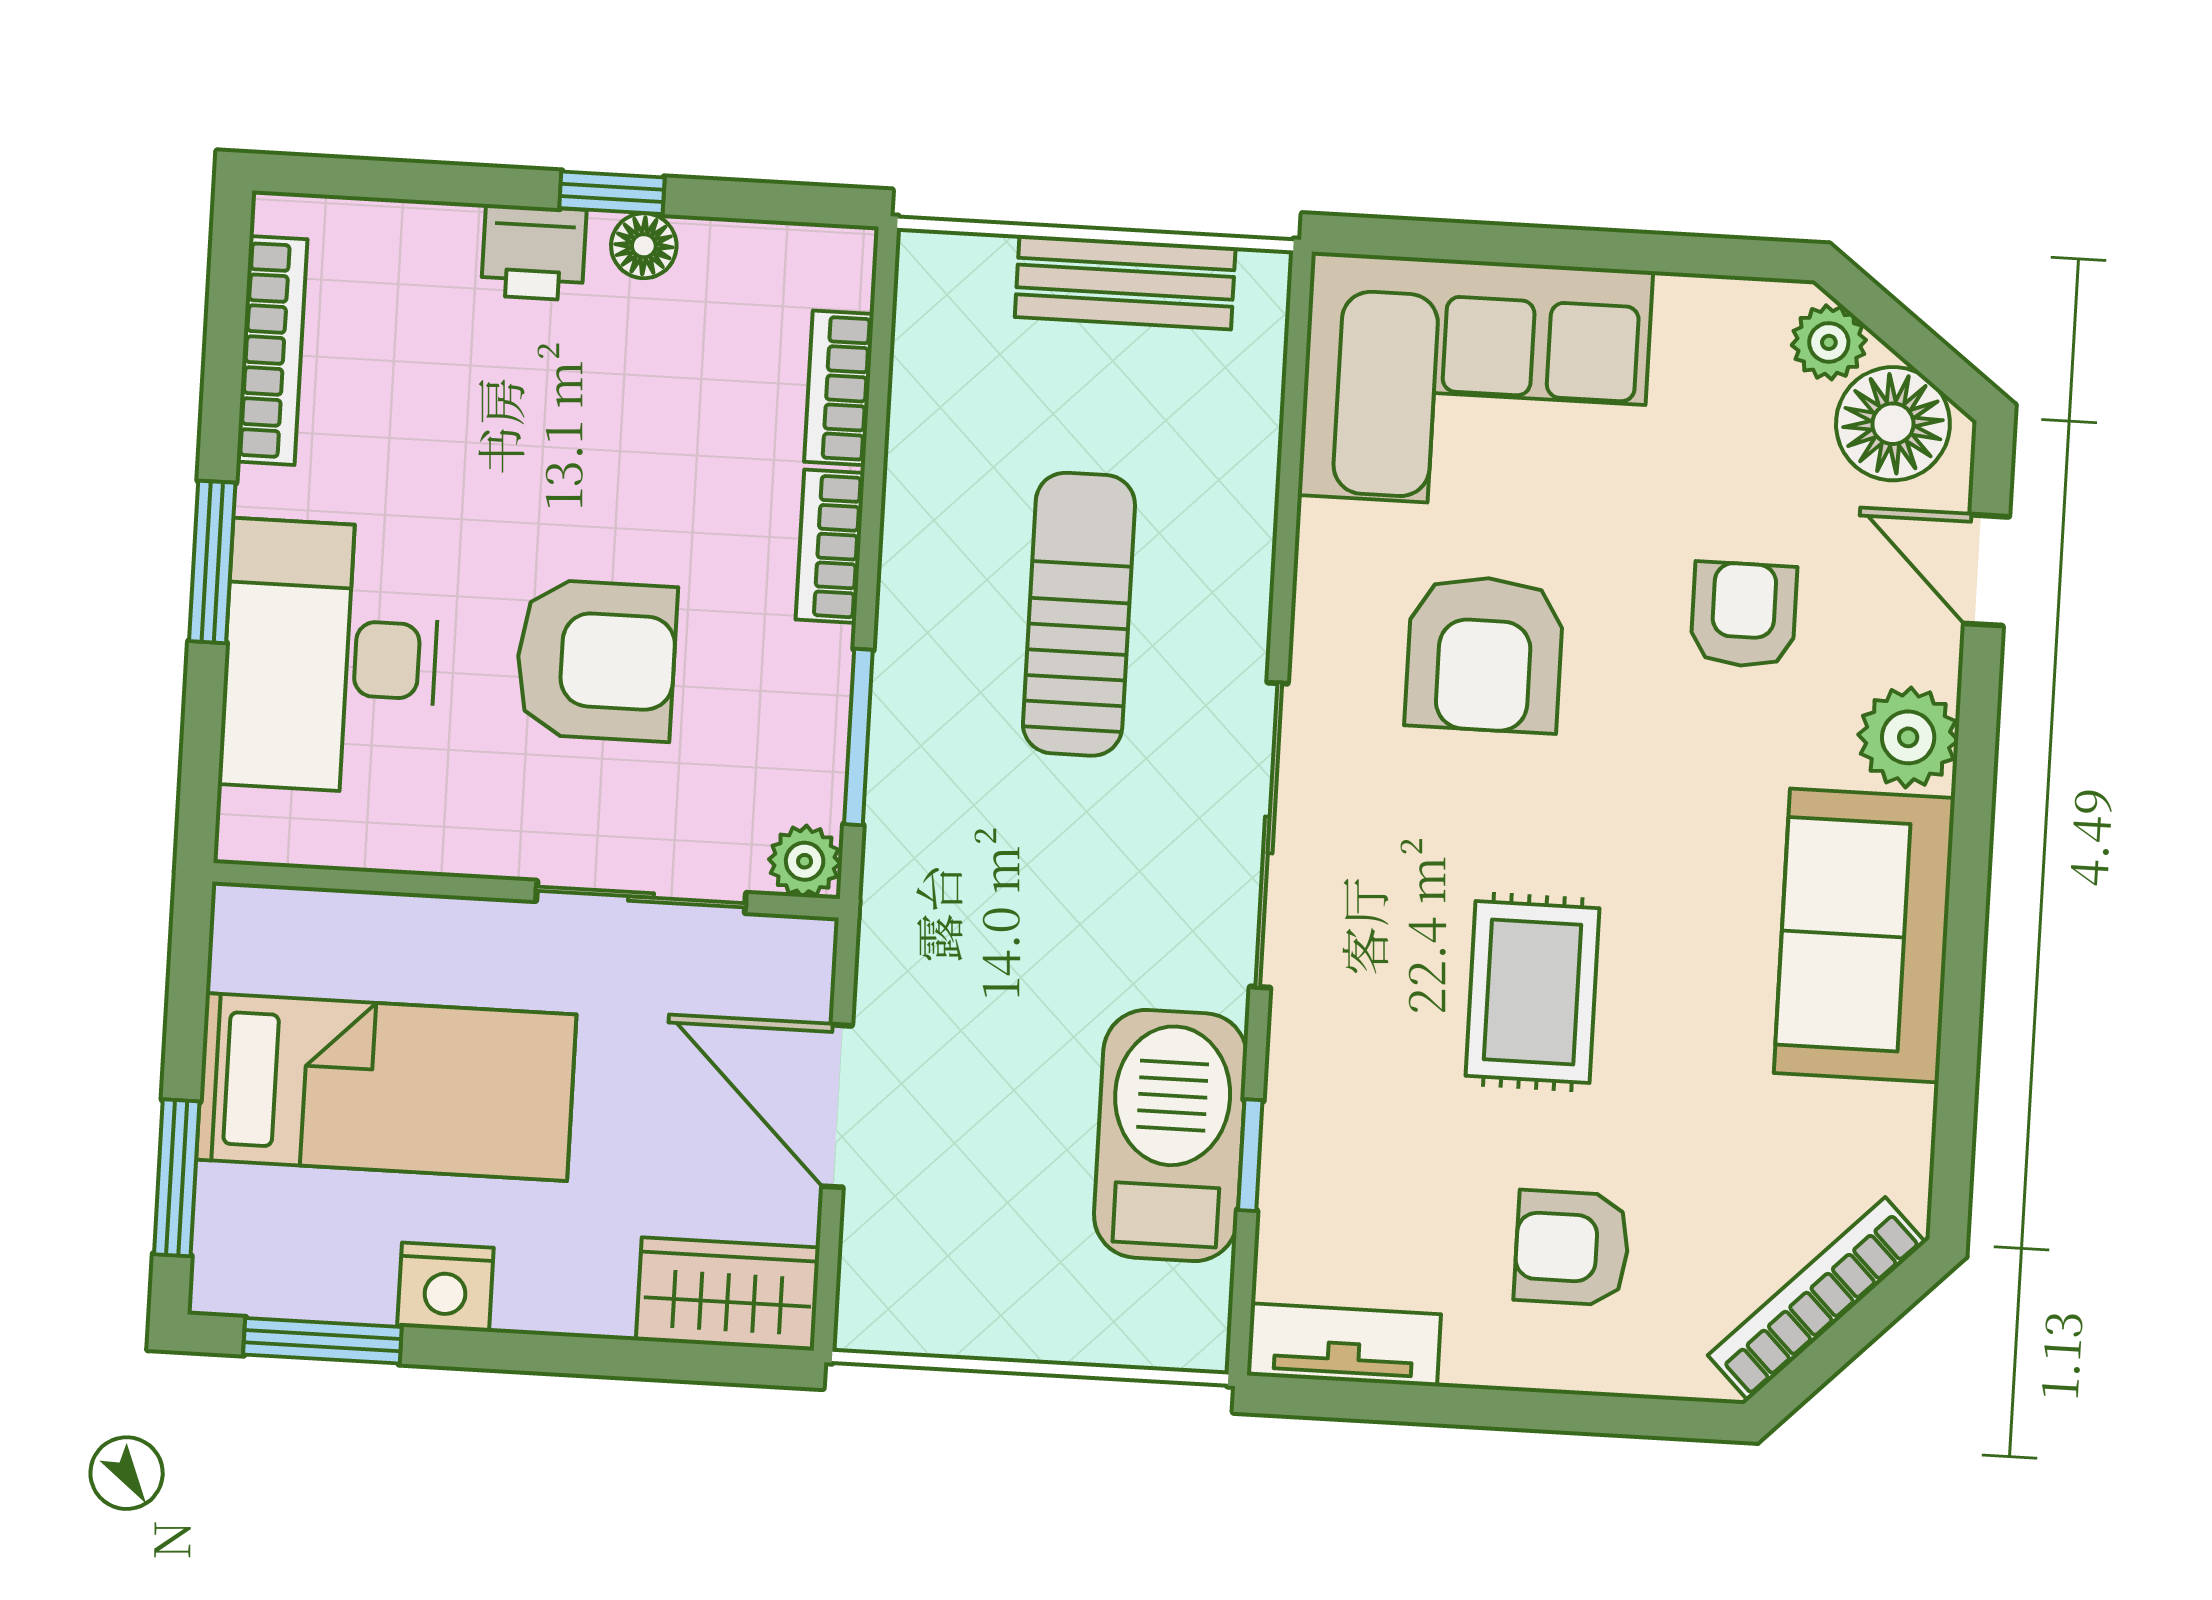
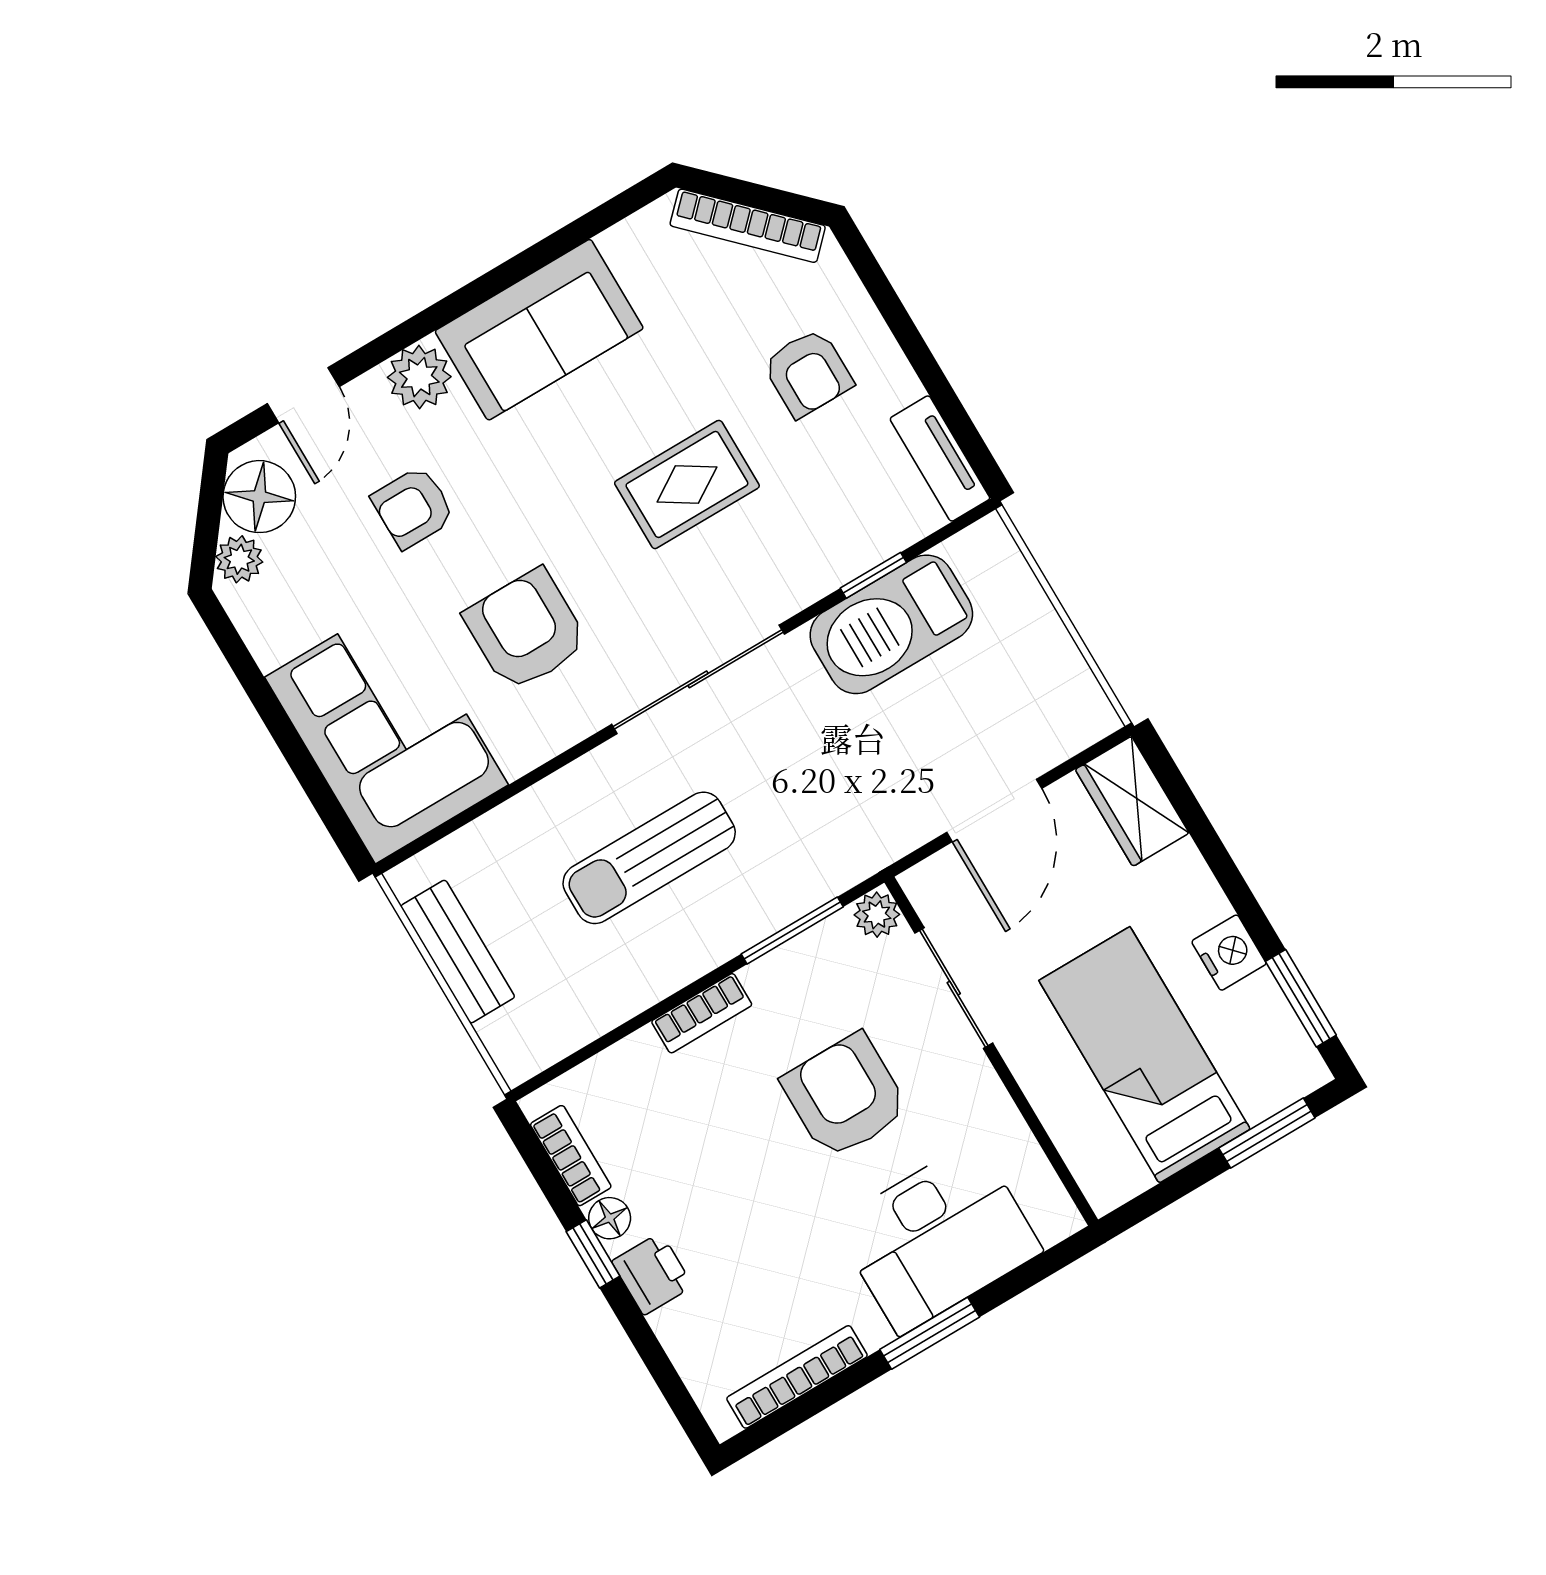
bookcase: (839, 388) -> (571, 1156), moved, turned -90
armchair: (1484, 654) -> (526, 630), turned -90

